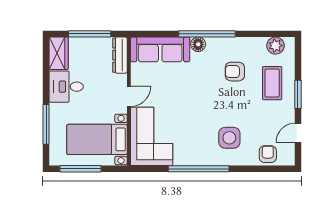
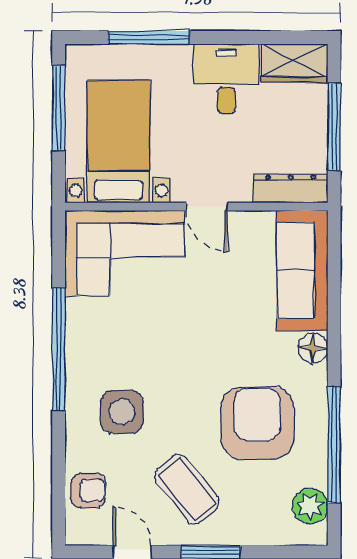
window: (207, 34) -> (334, 445), moved
armchair: (235, 72) -> (257, 423), width x1.88, depth x1.88
coffee table: (272, 83) -> (187, 489), moved, turned 51

